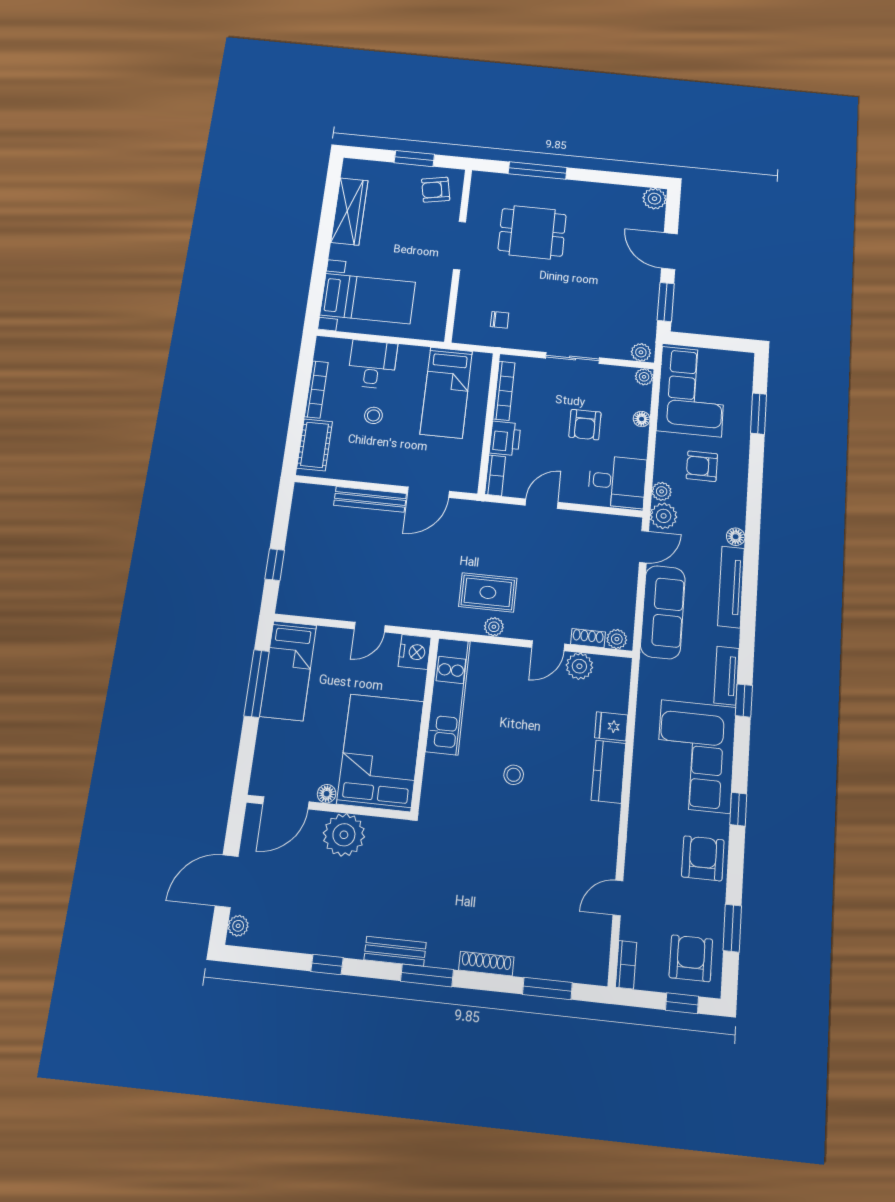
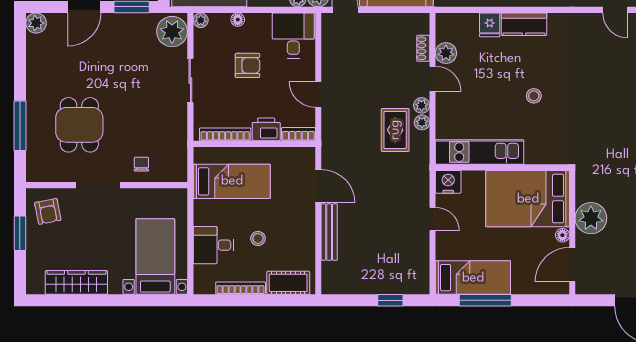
chair: (500, 320) -> (141, 164), moved
plant: (641, 352) -> (172, 32), width x1.88, depth x1.88
plant: (617, 639) -> (422, 105), moved
door: (286, 803) -> (572, 265), swing flipped

